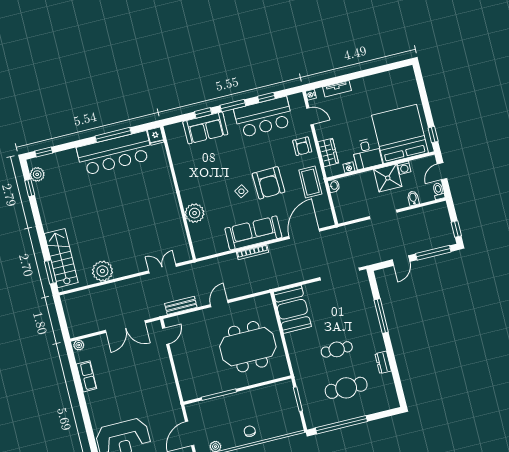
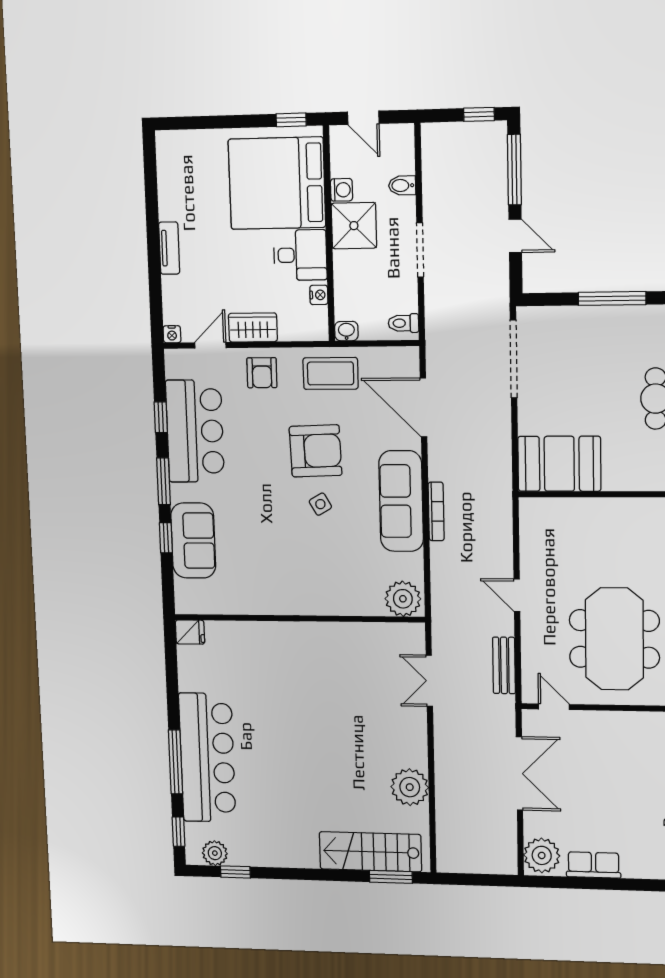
tv unit: (337, 89) -> (169, 248), moved
window: (113, 135) -> (175, 762), moved
armchair: (302, 146) -> (262, 373), turned 90
wardrobe: (328, 152) -> (253, 327), moved
bar counter: (115, 153) -> (207, 758), moved
toilet: (439, 191) -> (403, 323), moved
plant: (195, 213) -> (403, 599), moved
plant: (79, 345) -> (542, 855), width x1.88, depth x1.88
meeting table: (248, 347) -> (614, 639), moved

